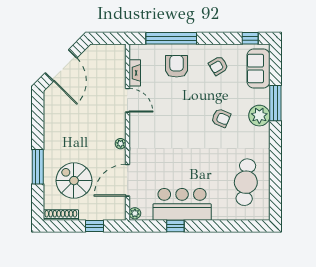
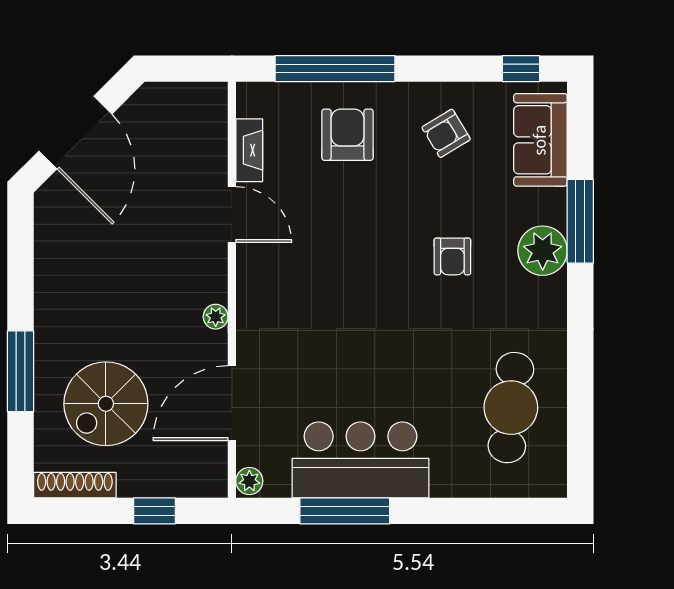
armchair: (221, 118) -> (452, 256), turned 67
spiral stairs: (74, 181) -> (106, 404), turned -90
window: (175, 226) -> (345, 511), width x2.17

